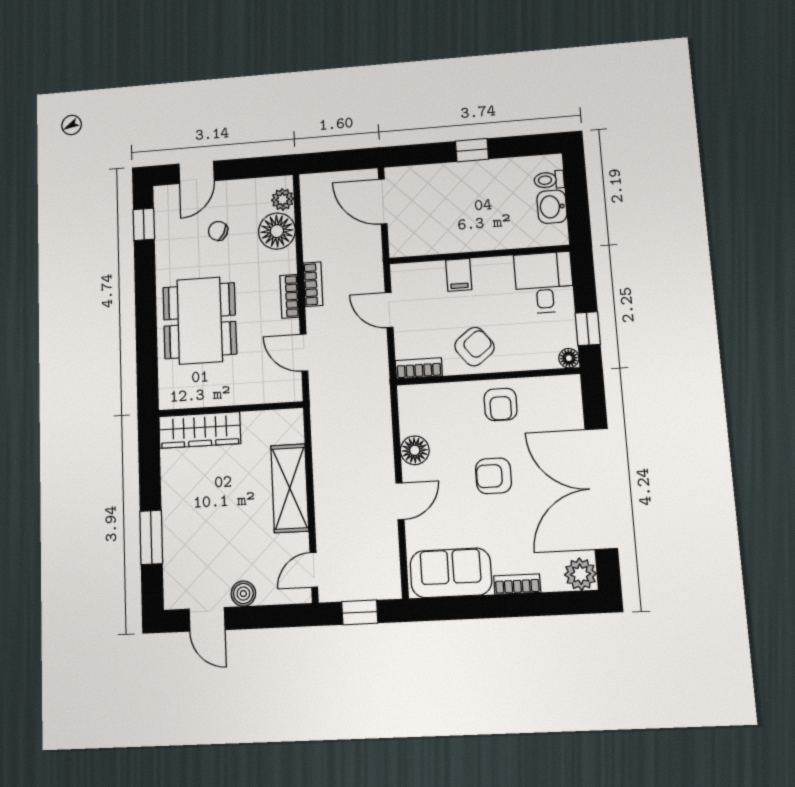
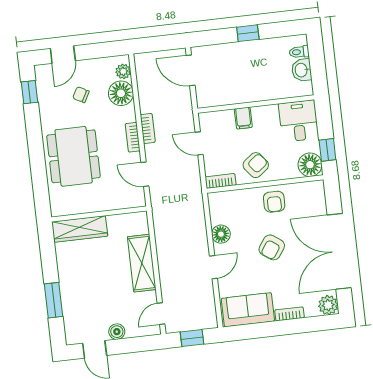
floor lamp: (569, 358) -> (310, 165), width x1.89, depth x1.89
armchair: (494, 476) -> (272, 247), turned -55

